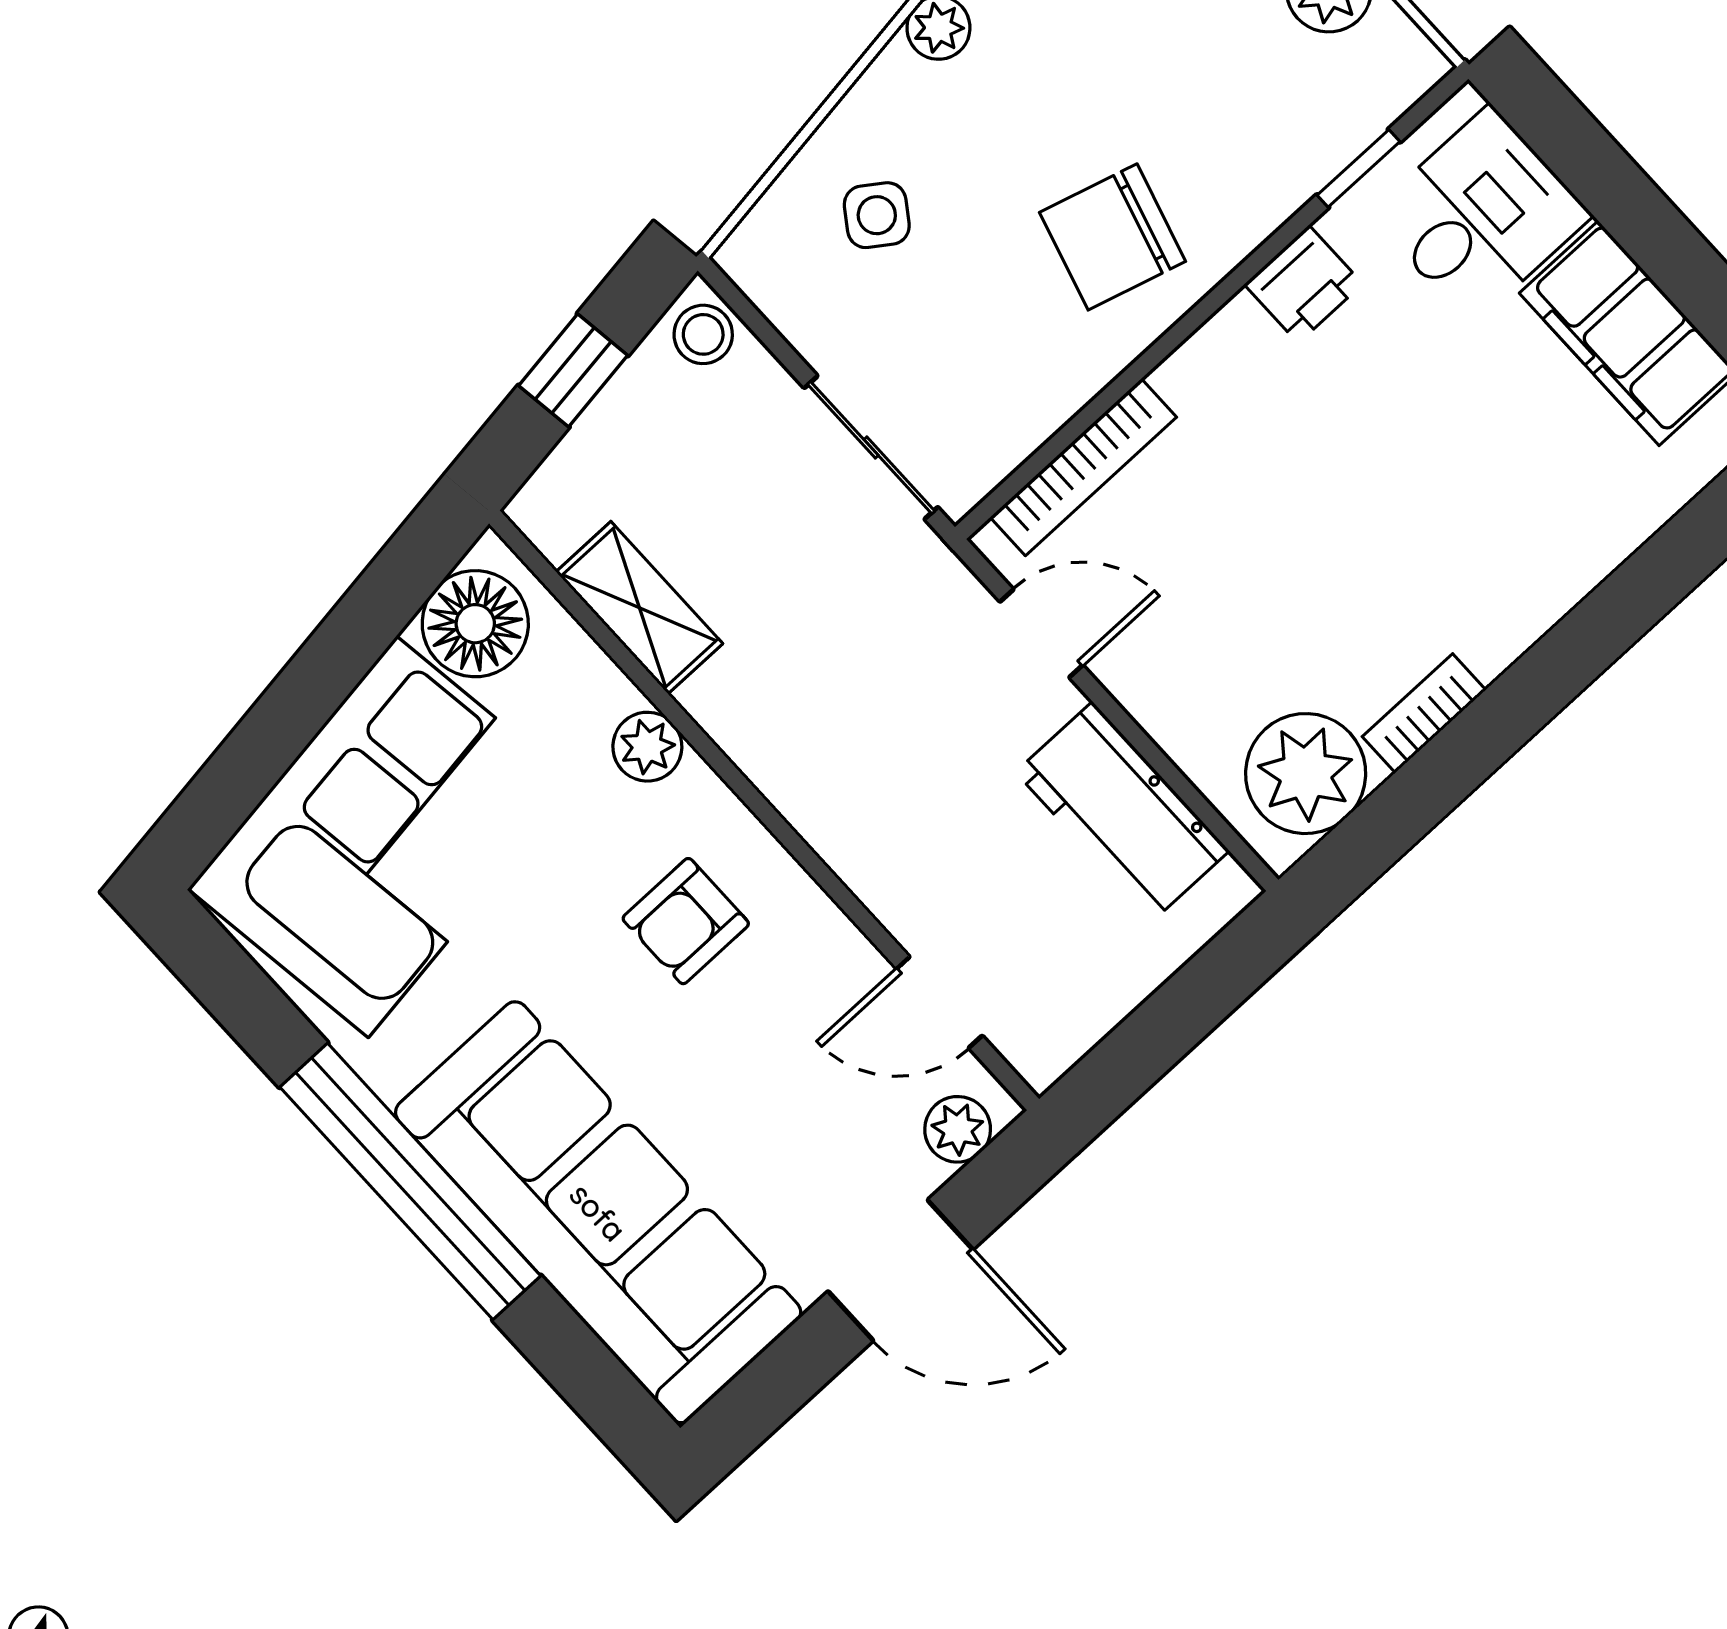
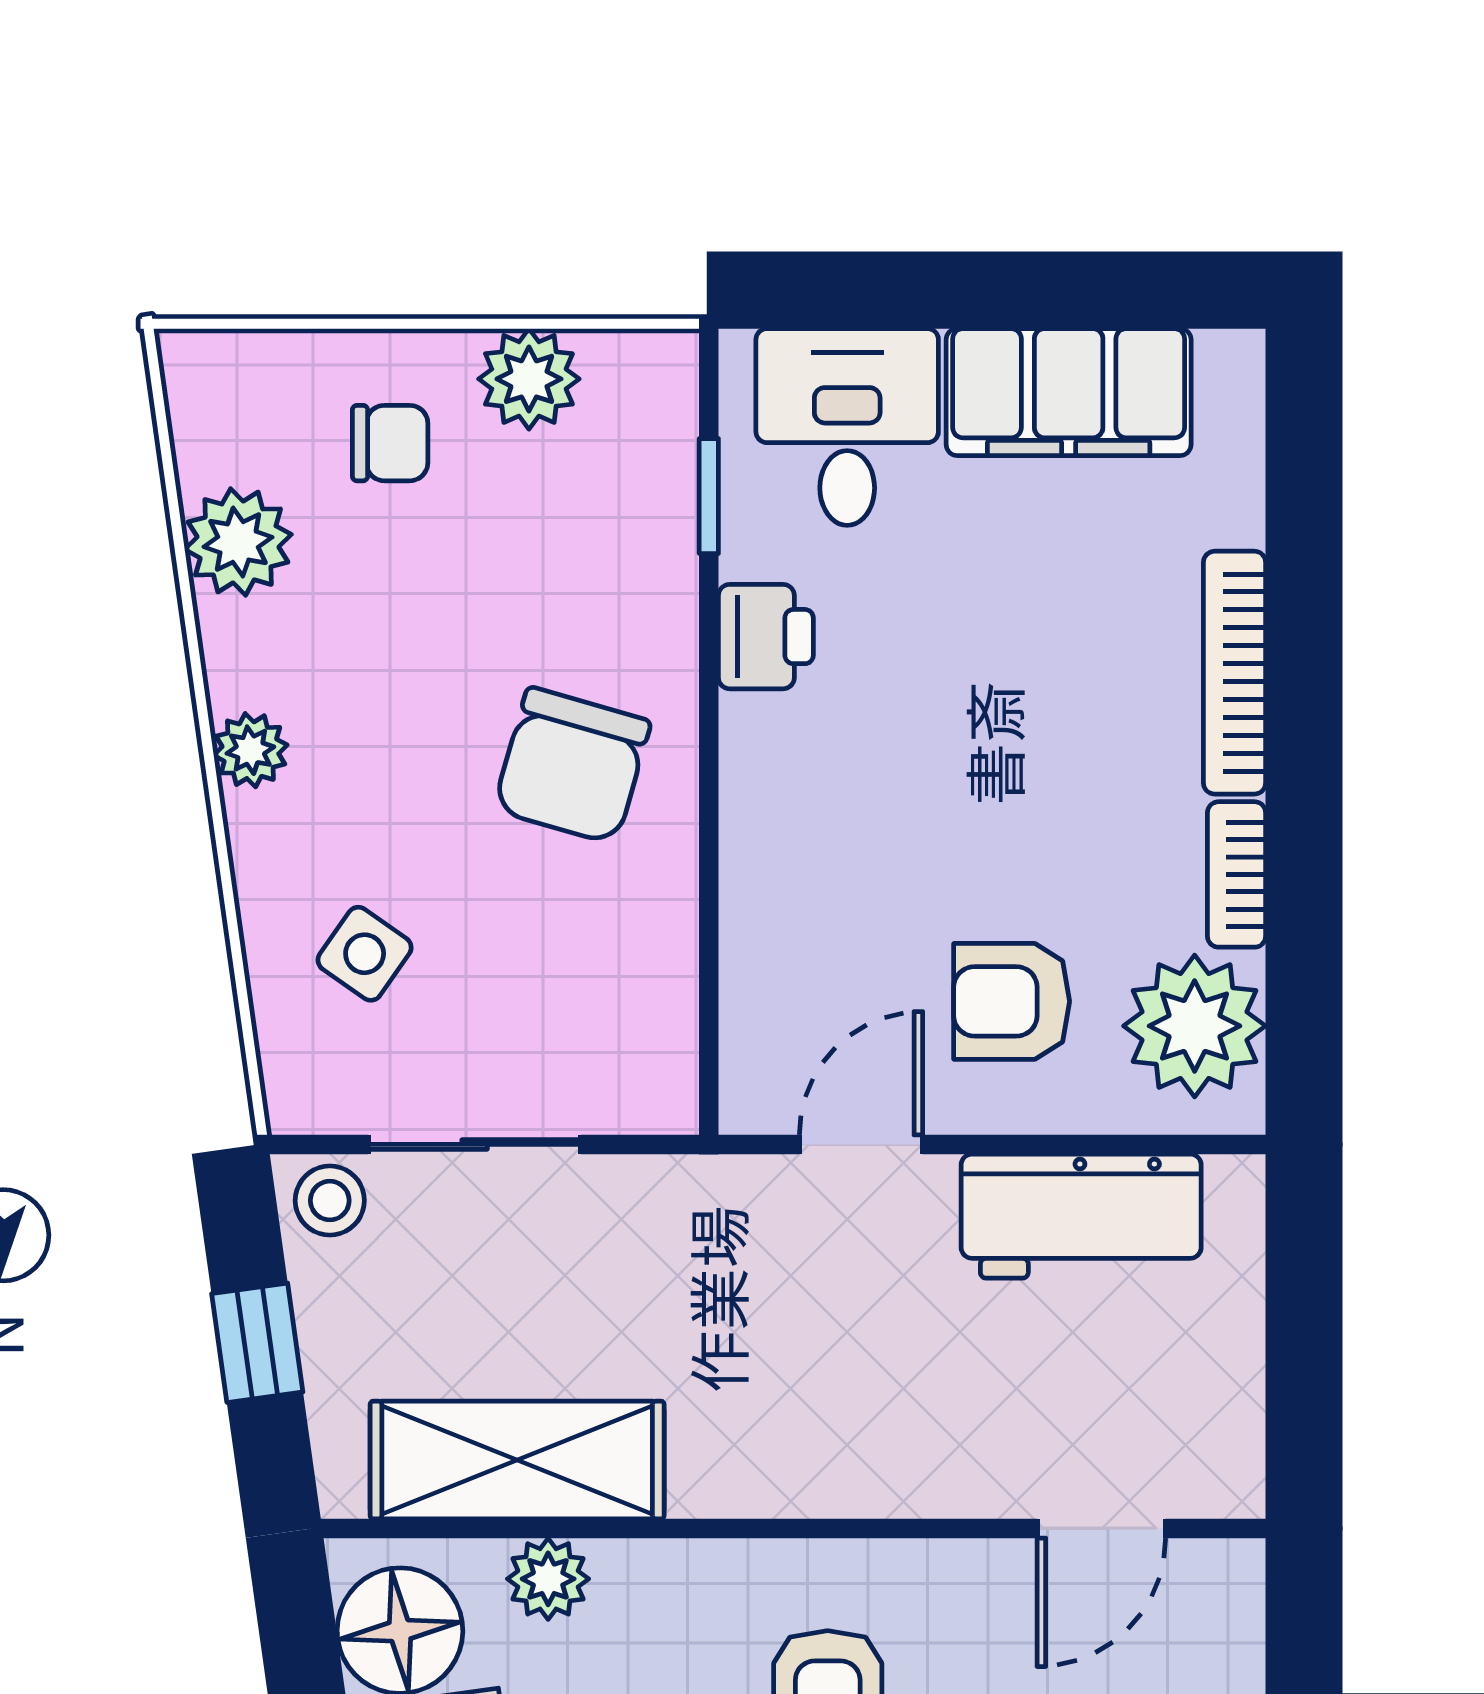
sliding door: (871, 448) -> (475, 1144), moved
bookcase: (1083, 467) -> (1235, 673), moved, turned 180
shelving: (639, 608) -> (517, 1460), width x1.50, depth x1.33
armchair: (1217, 646) -> (1012, 1001), added
plant: (647, 747) -> (548, 1579), moved
plant: (958, 1129) -> (1227, 1614), removed

